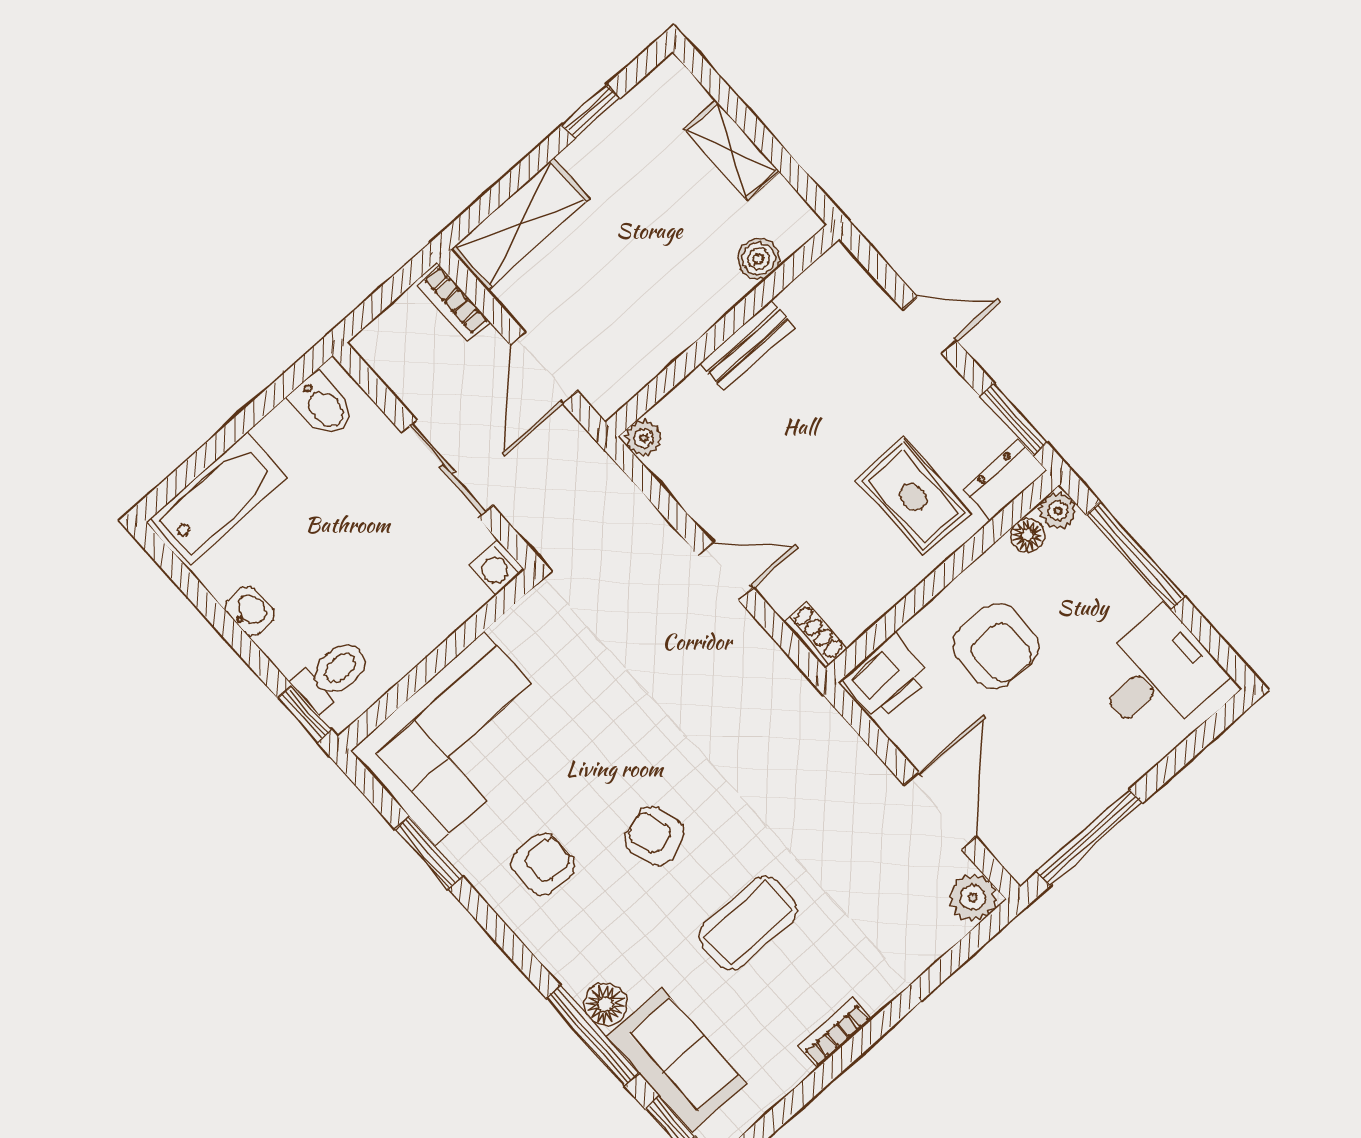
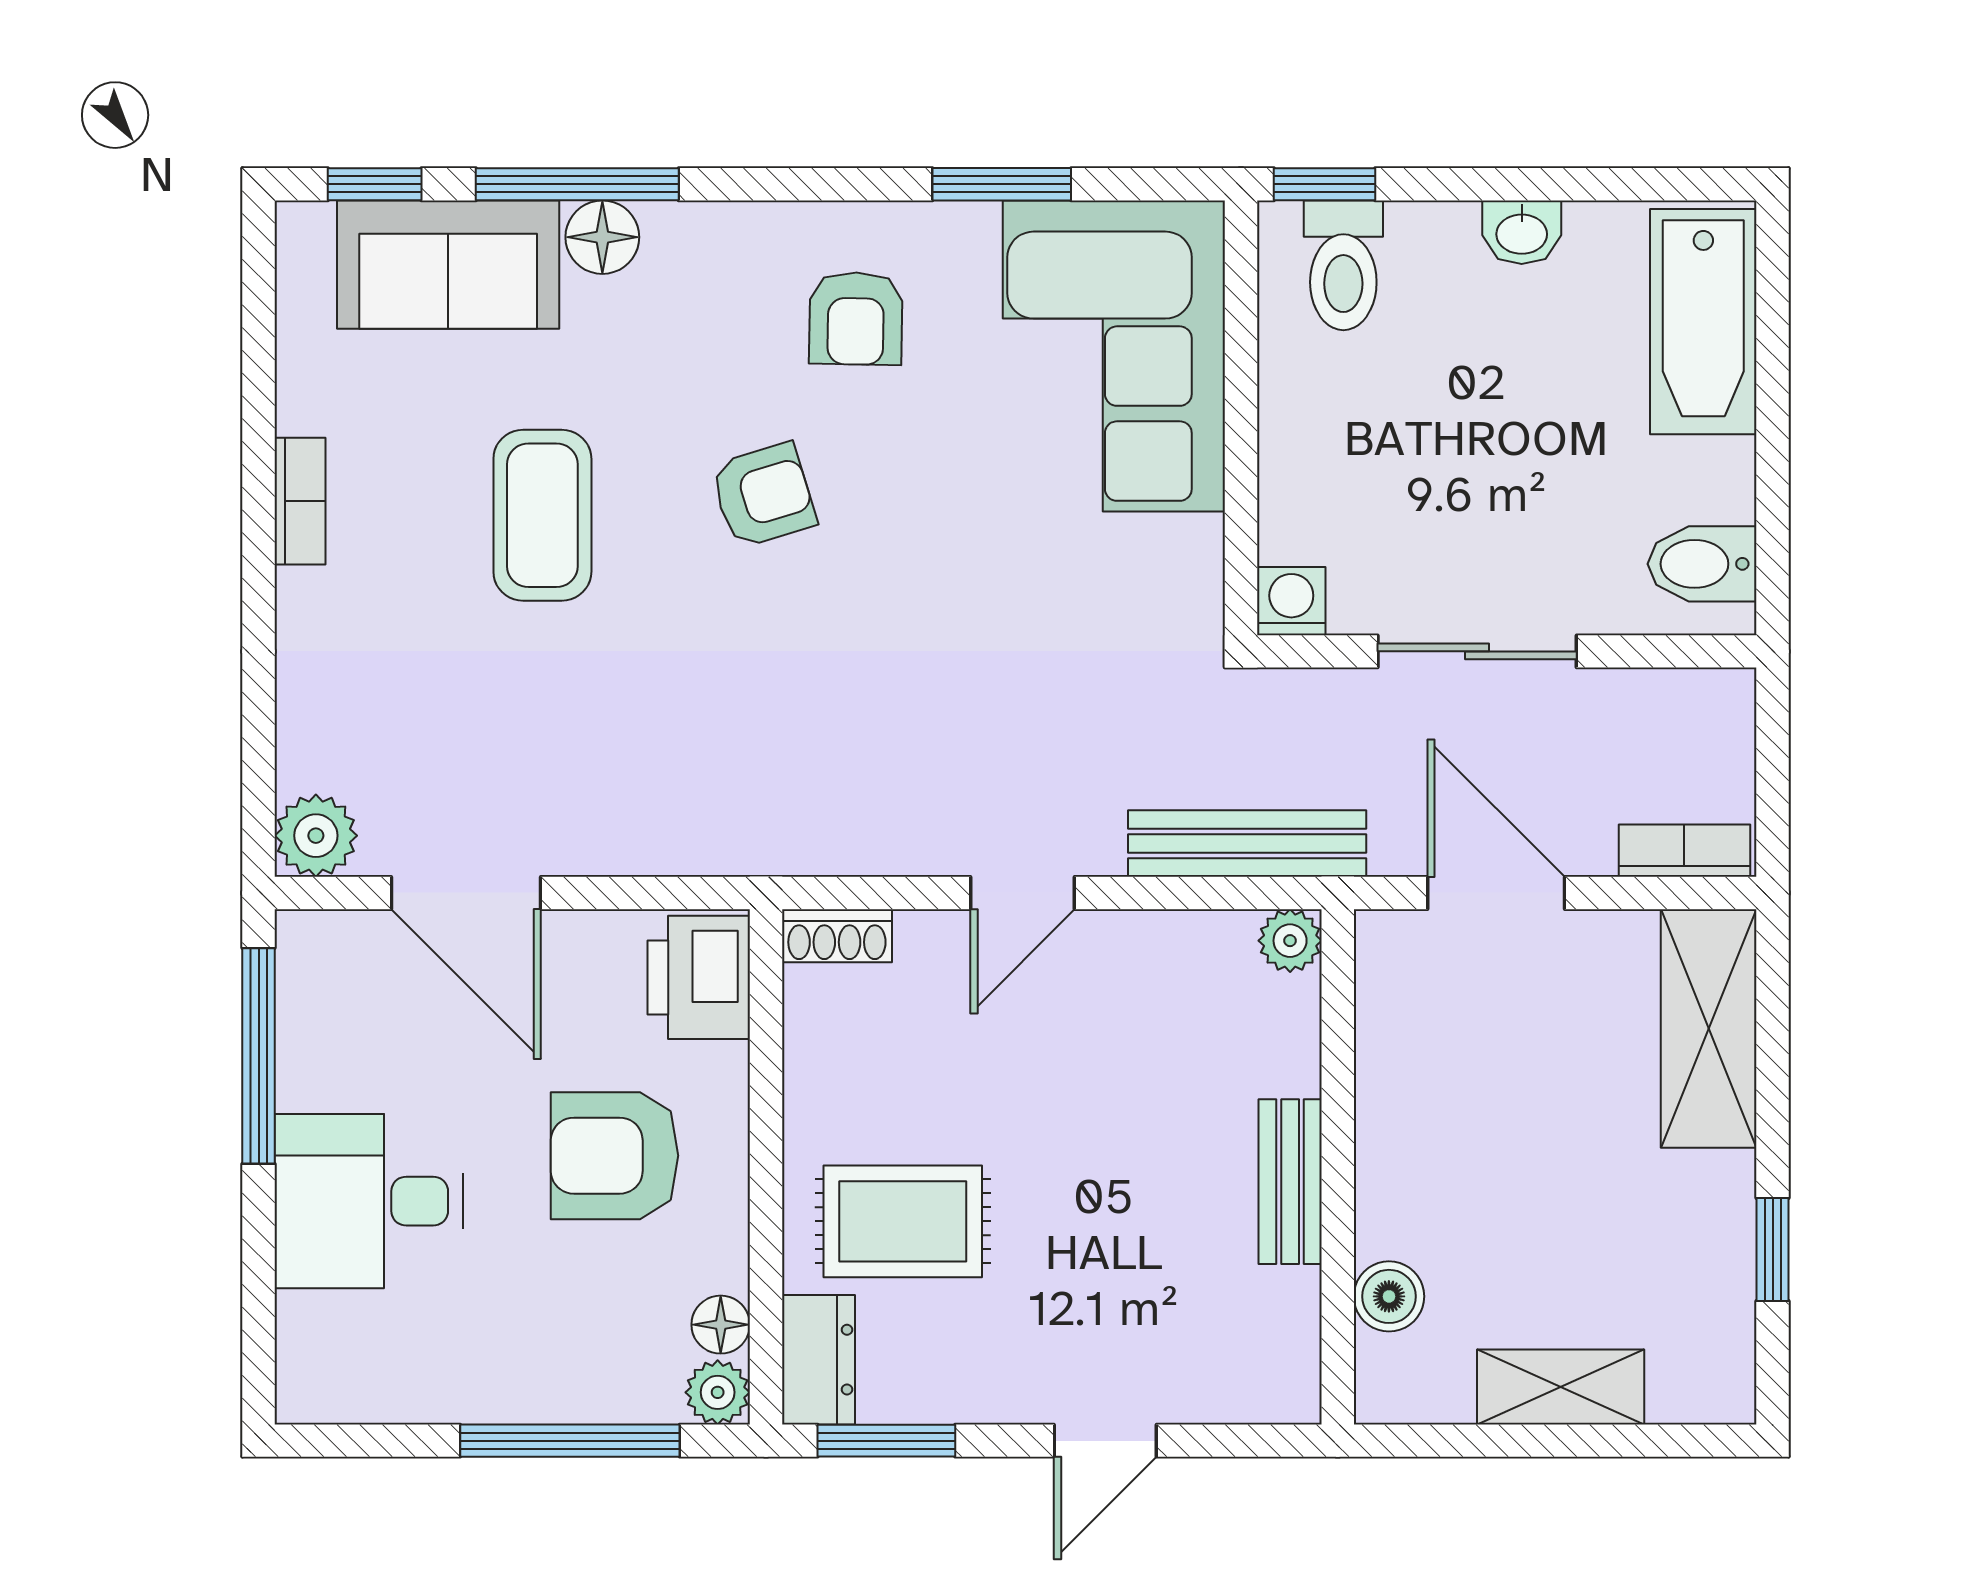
bench: (618, 494) -> (1247, 844), added
desk: (1157, 675) -> (369, 1201), moved, turned 90

